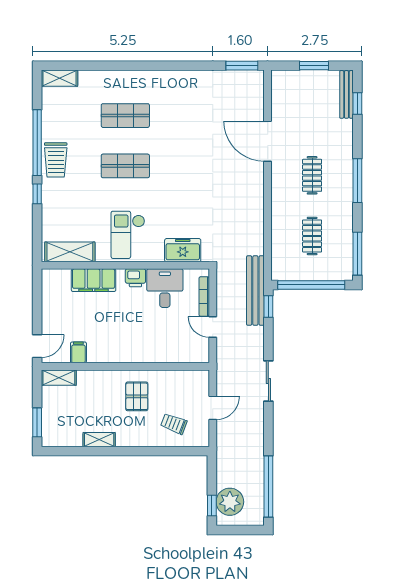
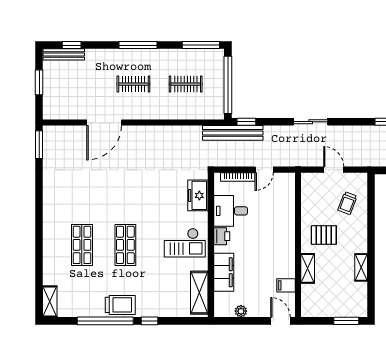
plant: (48, 300) -> (241, 311), added
shelving: (59, 378) -> (308, 268), moved

